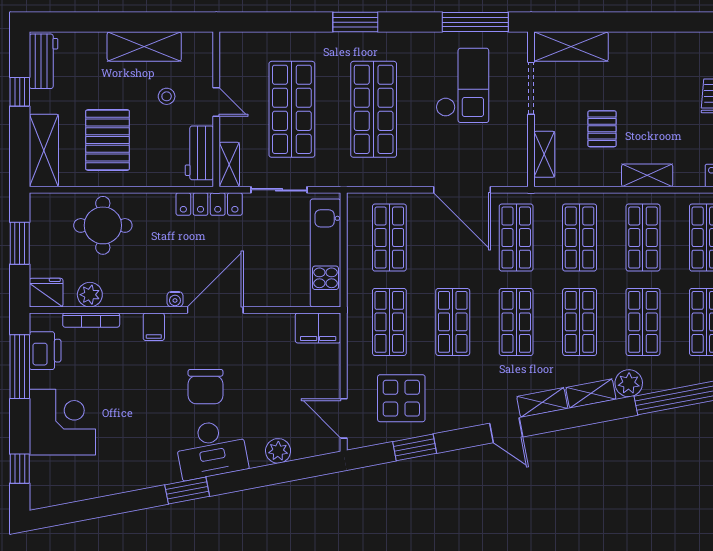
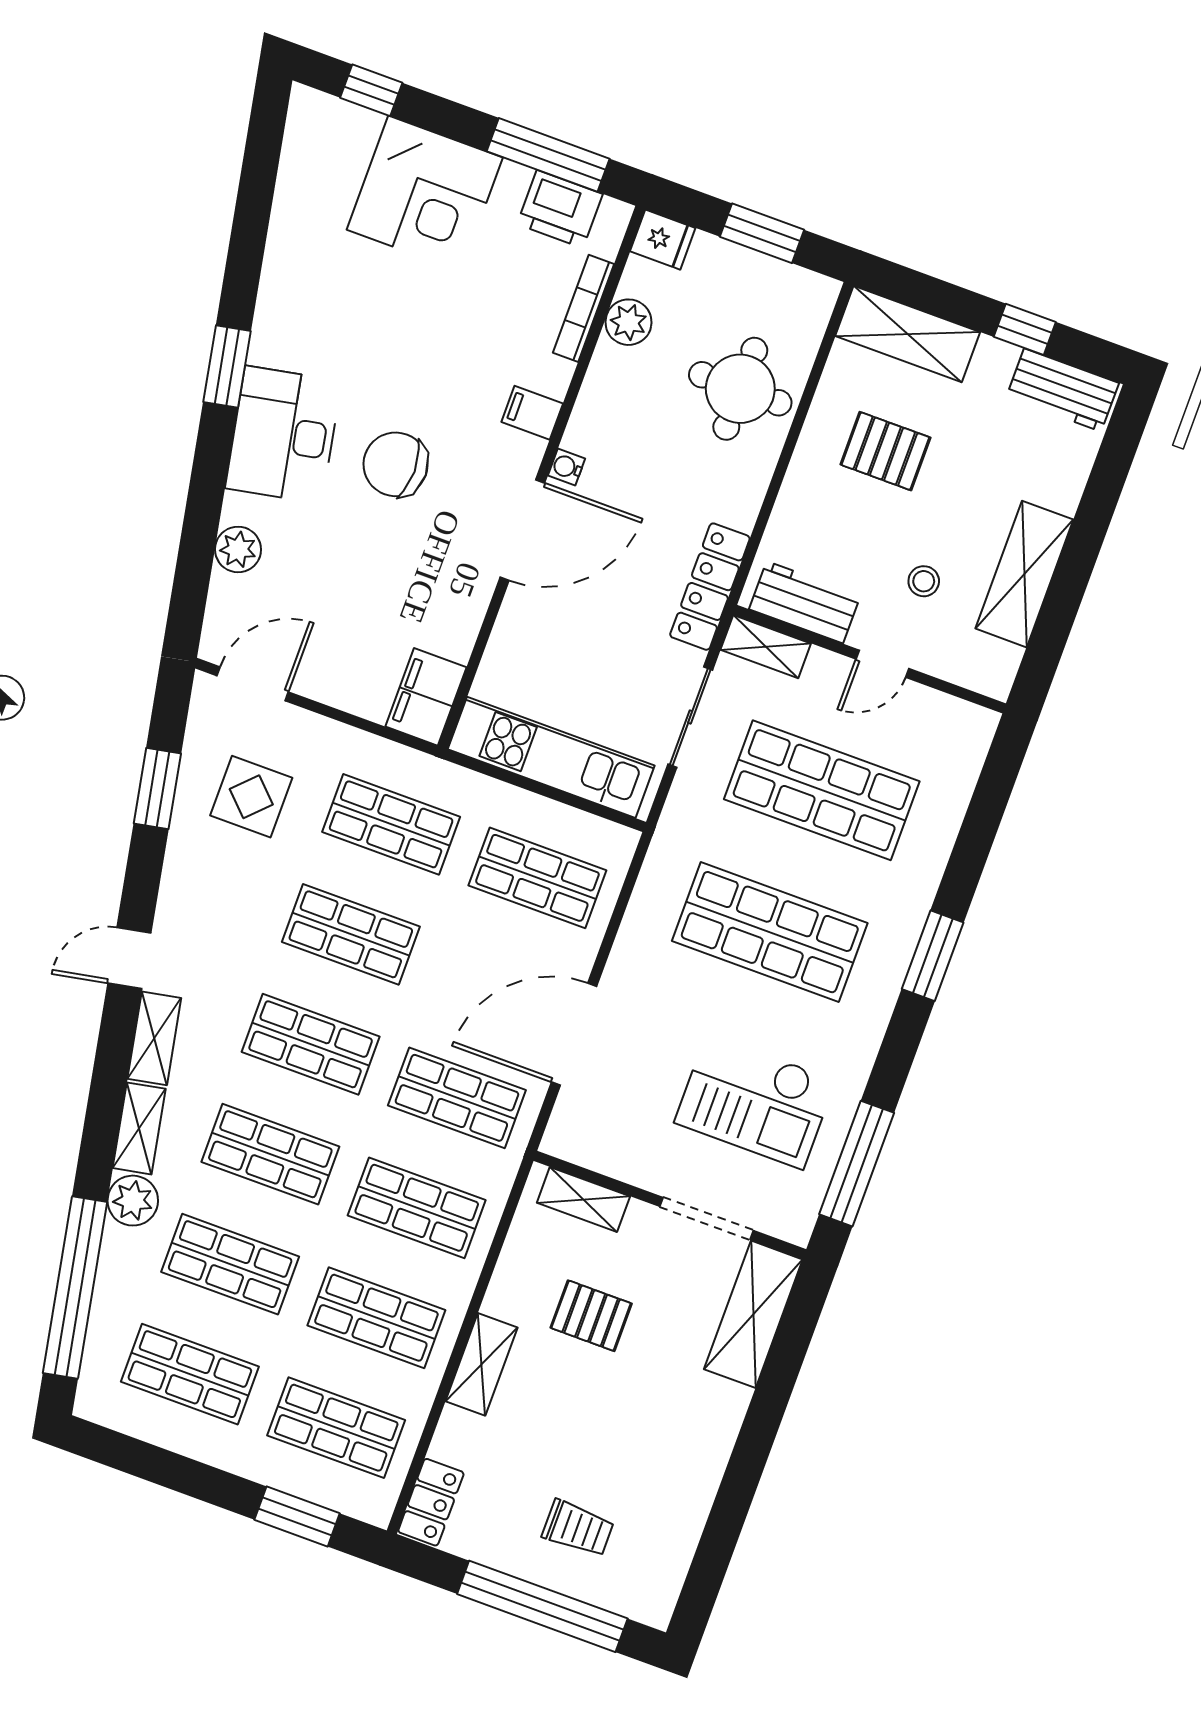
pallet: (108, 140) -> (885, 451), width x0.67, depth x0.71
fridge: (46, 293) -> (663, 240), width x0.72
door: (215, 310) -> (522, 530), hinge flipped
display table: (401, 398) -> (251, 797), width x0.73, depth x0.73

